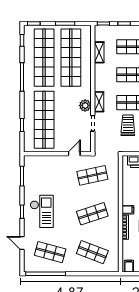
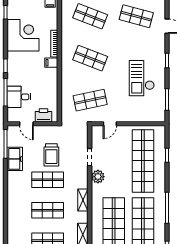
shelving: (99, 102) -> (83, 200), moved
checkout: (42, 211) -> (142, 78), moved
shop shelf: (92, 214) -> (90, 58), turned 39

